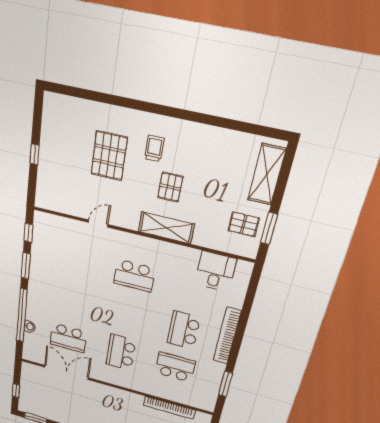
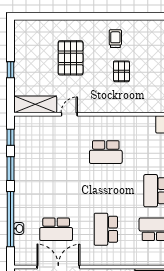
trolley: (154, 148) -> (115, 39), moved
shelving: (166, 228) -> (35, 104), moved

